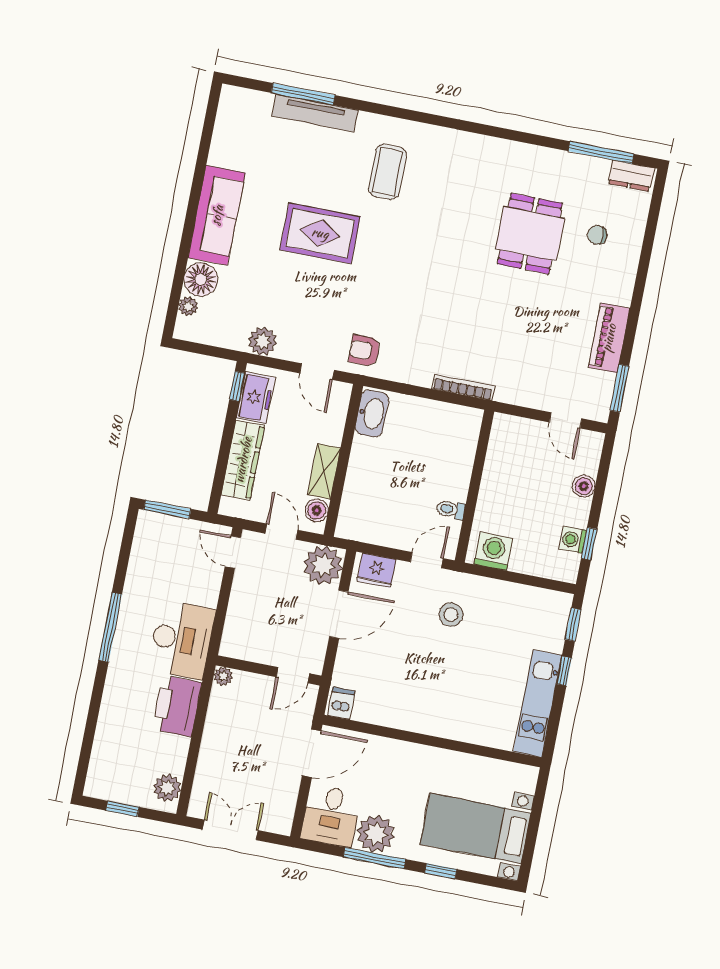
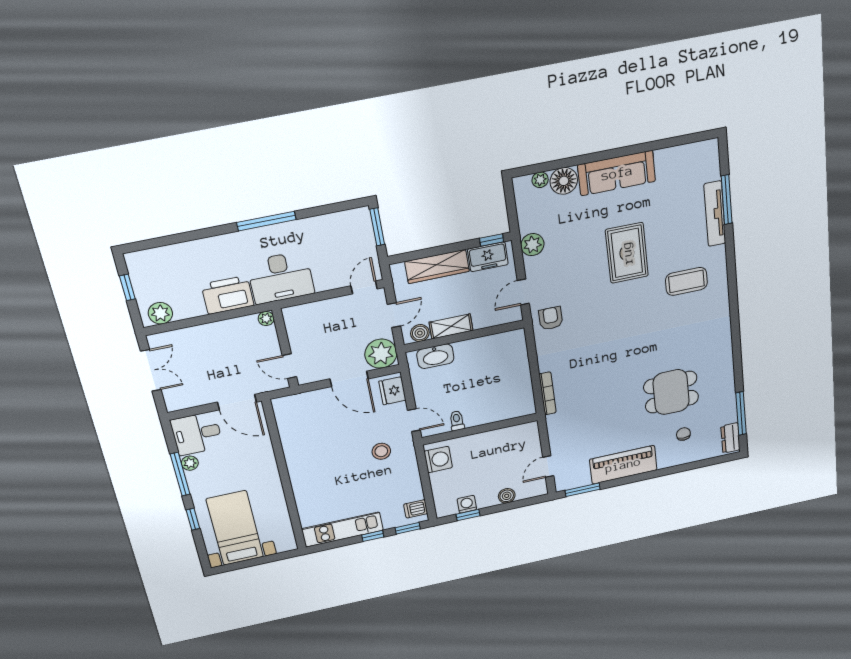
piano: (609, 338) -> (623, 465), width x1.37, depth x1.33
washbasin: (372, 413) -> (435, 356), moved
dishwasher: (341, 703) -> (416, 509), moved, turned 180
plant: (376, 834) -> (190, 463), width x0.53, depth x0.53

